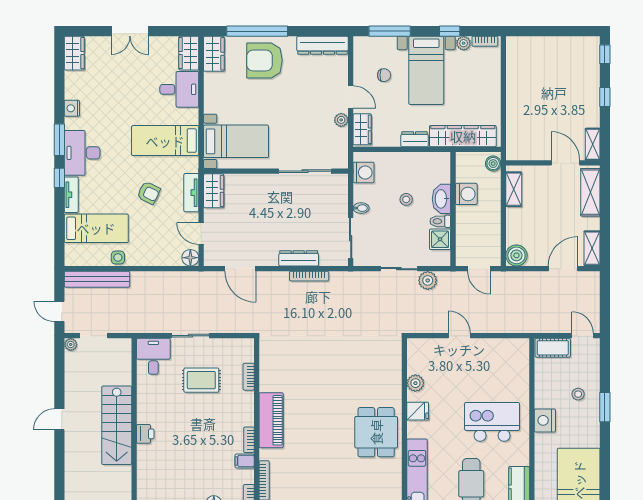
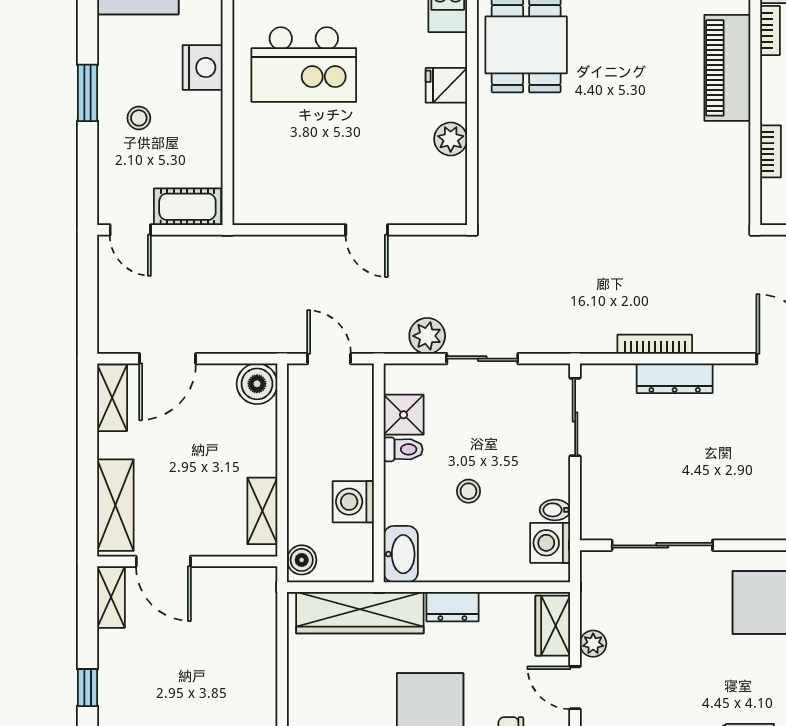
washbasin: (441, 199) -> (401, 554), moved
bidet: (361, 208) -> (555, 510), moved

